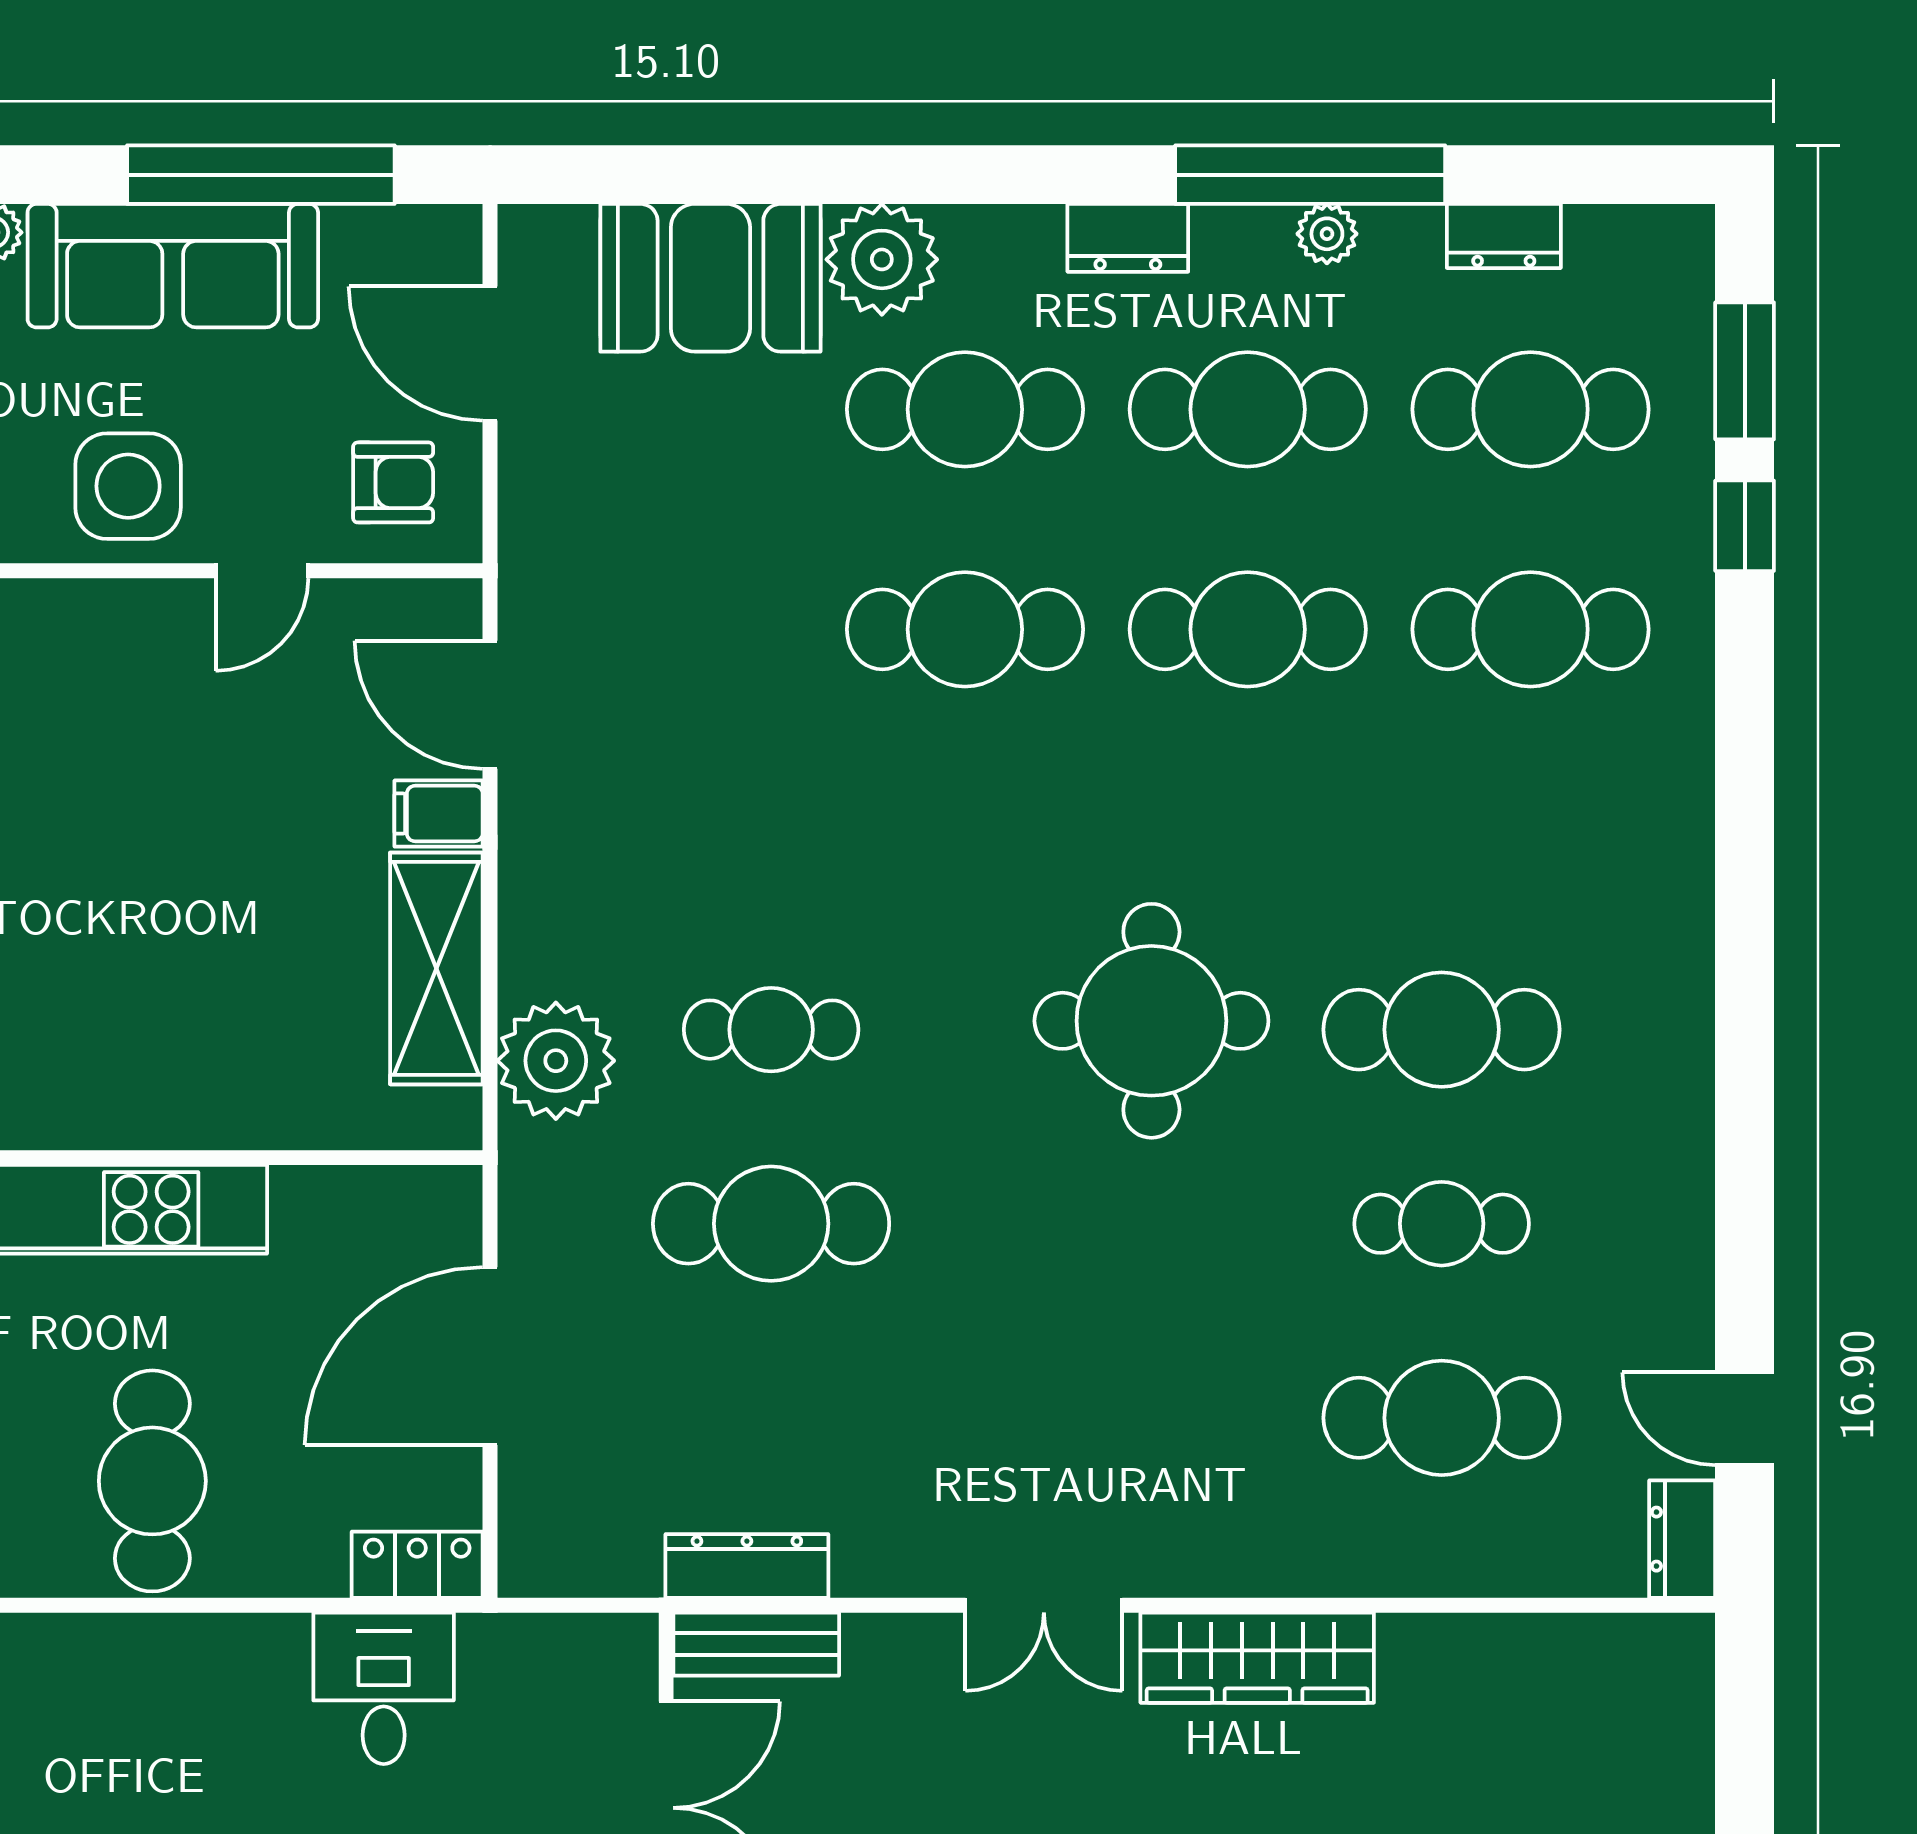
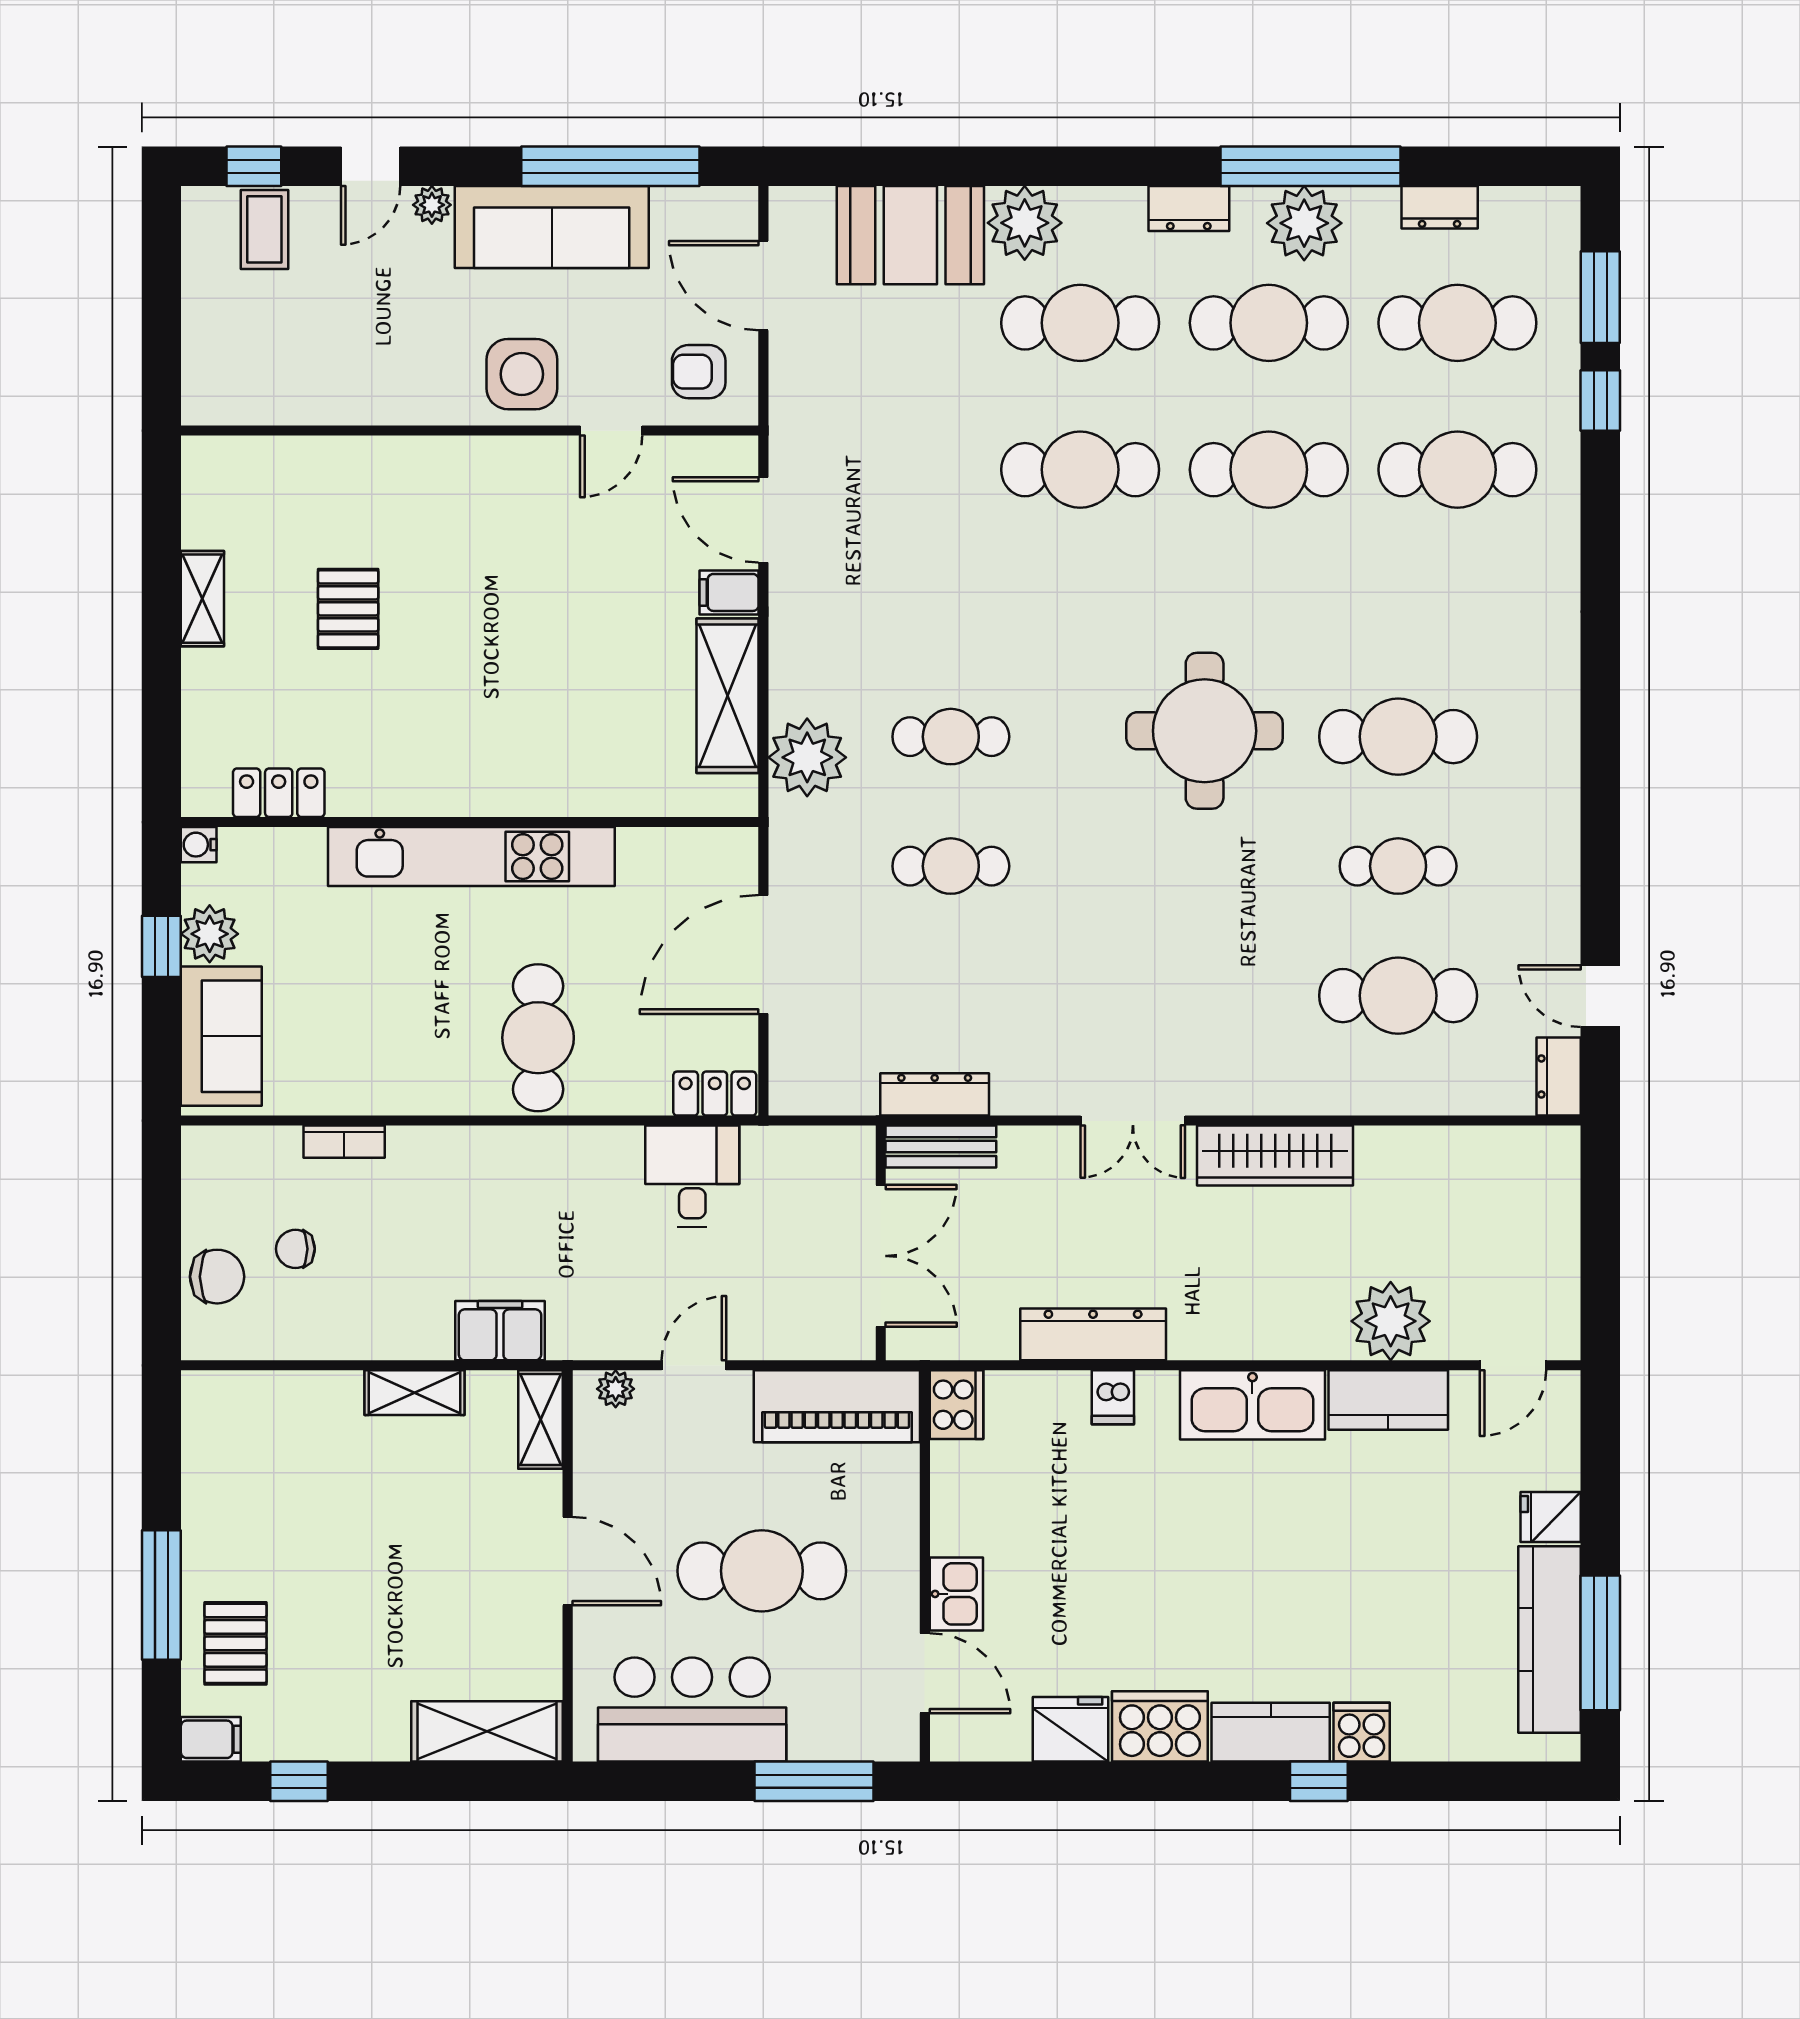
plant: (1327, 234) -> (1304, 223), width x1.88, depth x1.88
armchair: (393, 482) -> (699, 372), turned 180
cafe table: (771, 1224) -> (951, 866), width x0.73, depth x0.74

